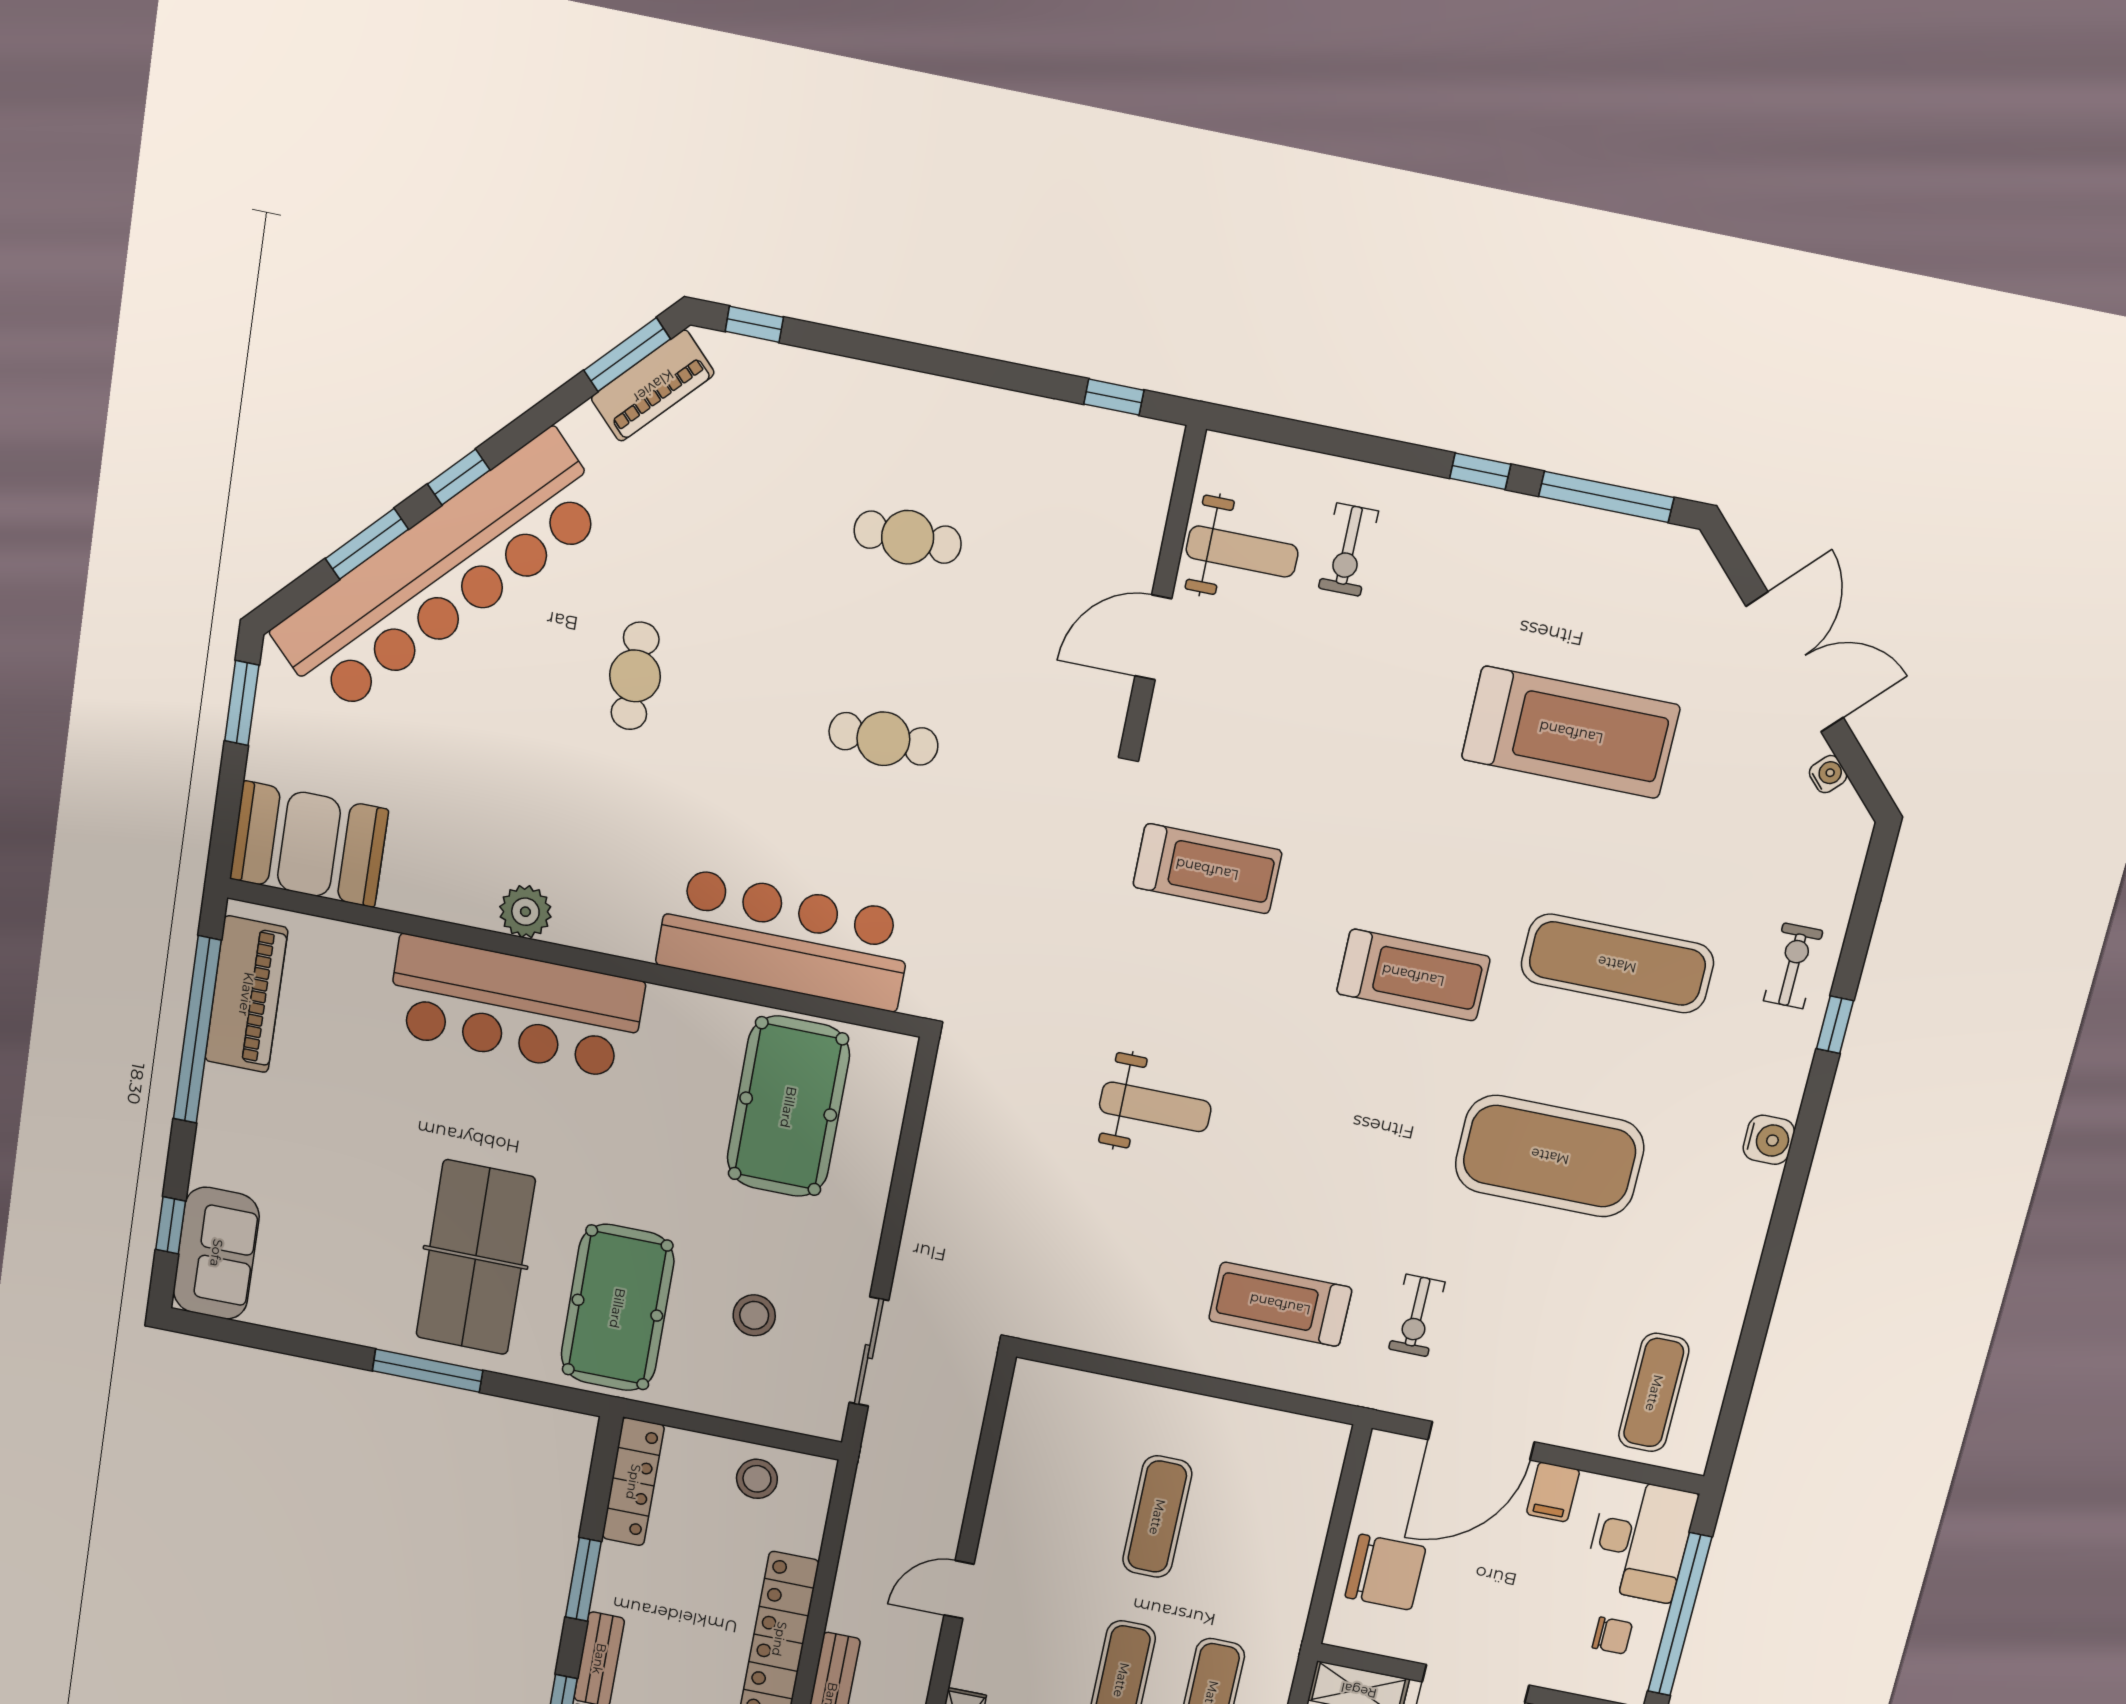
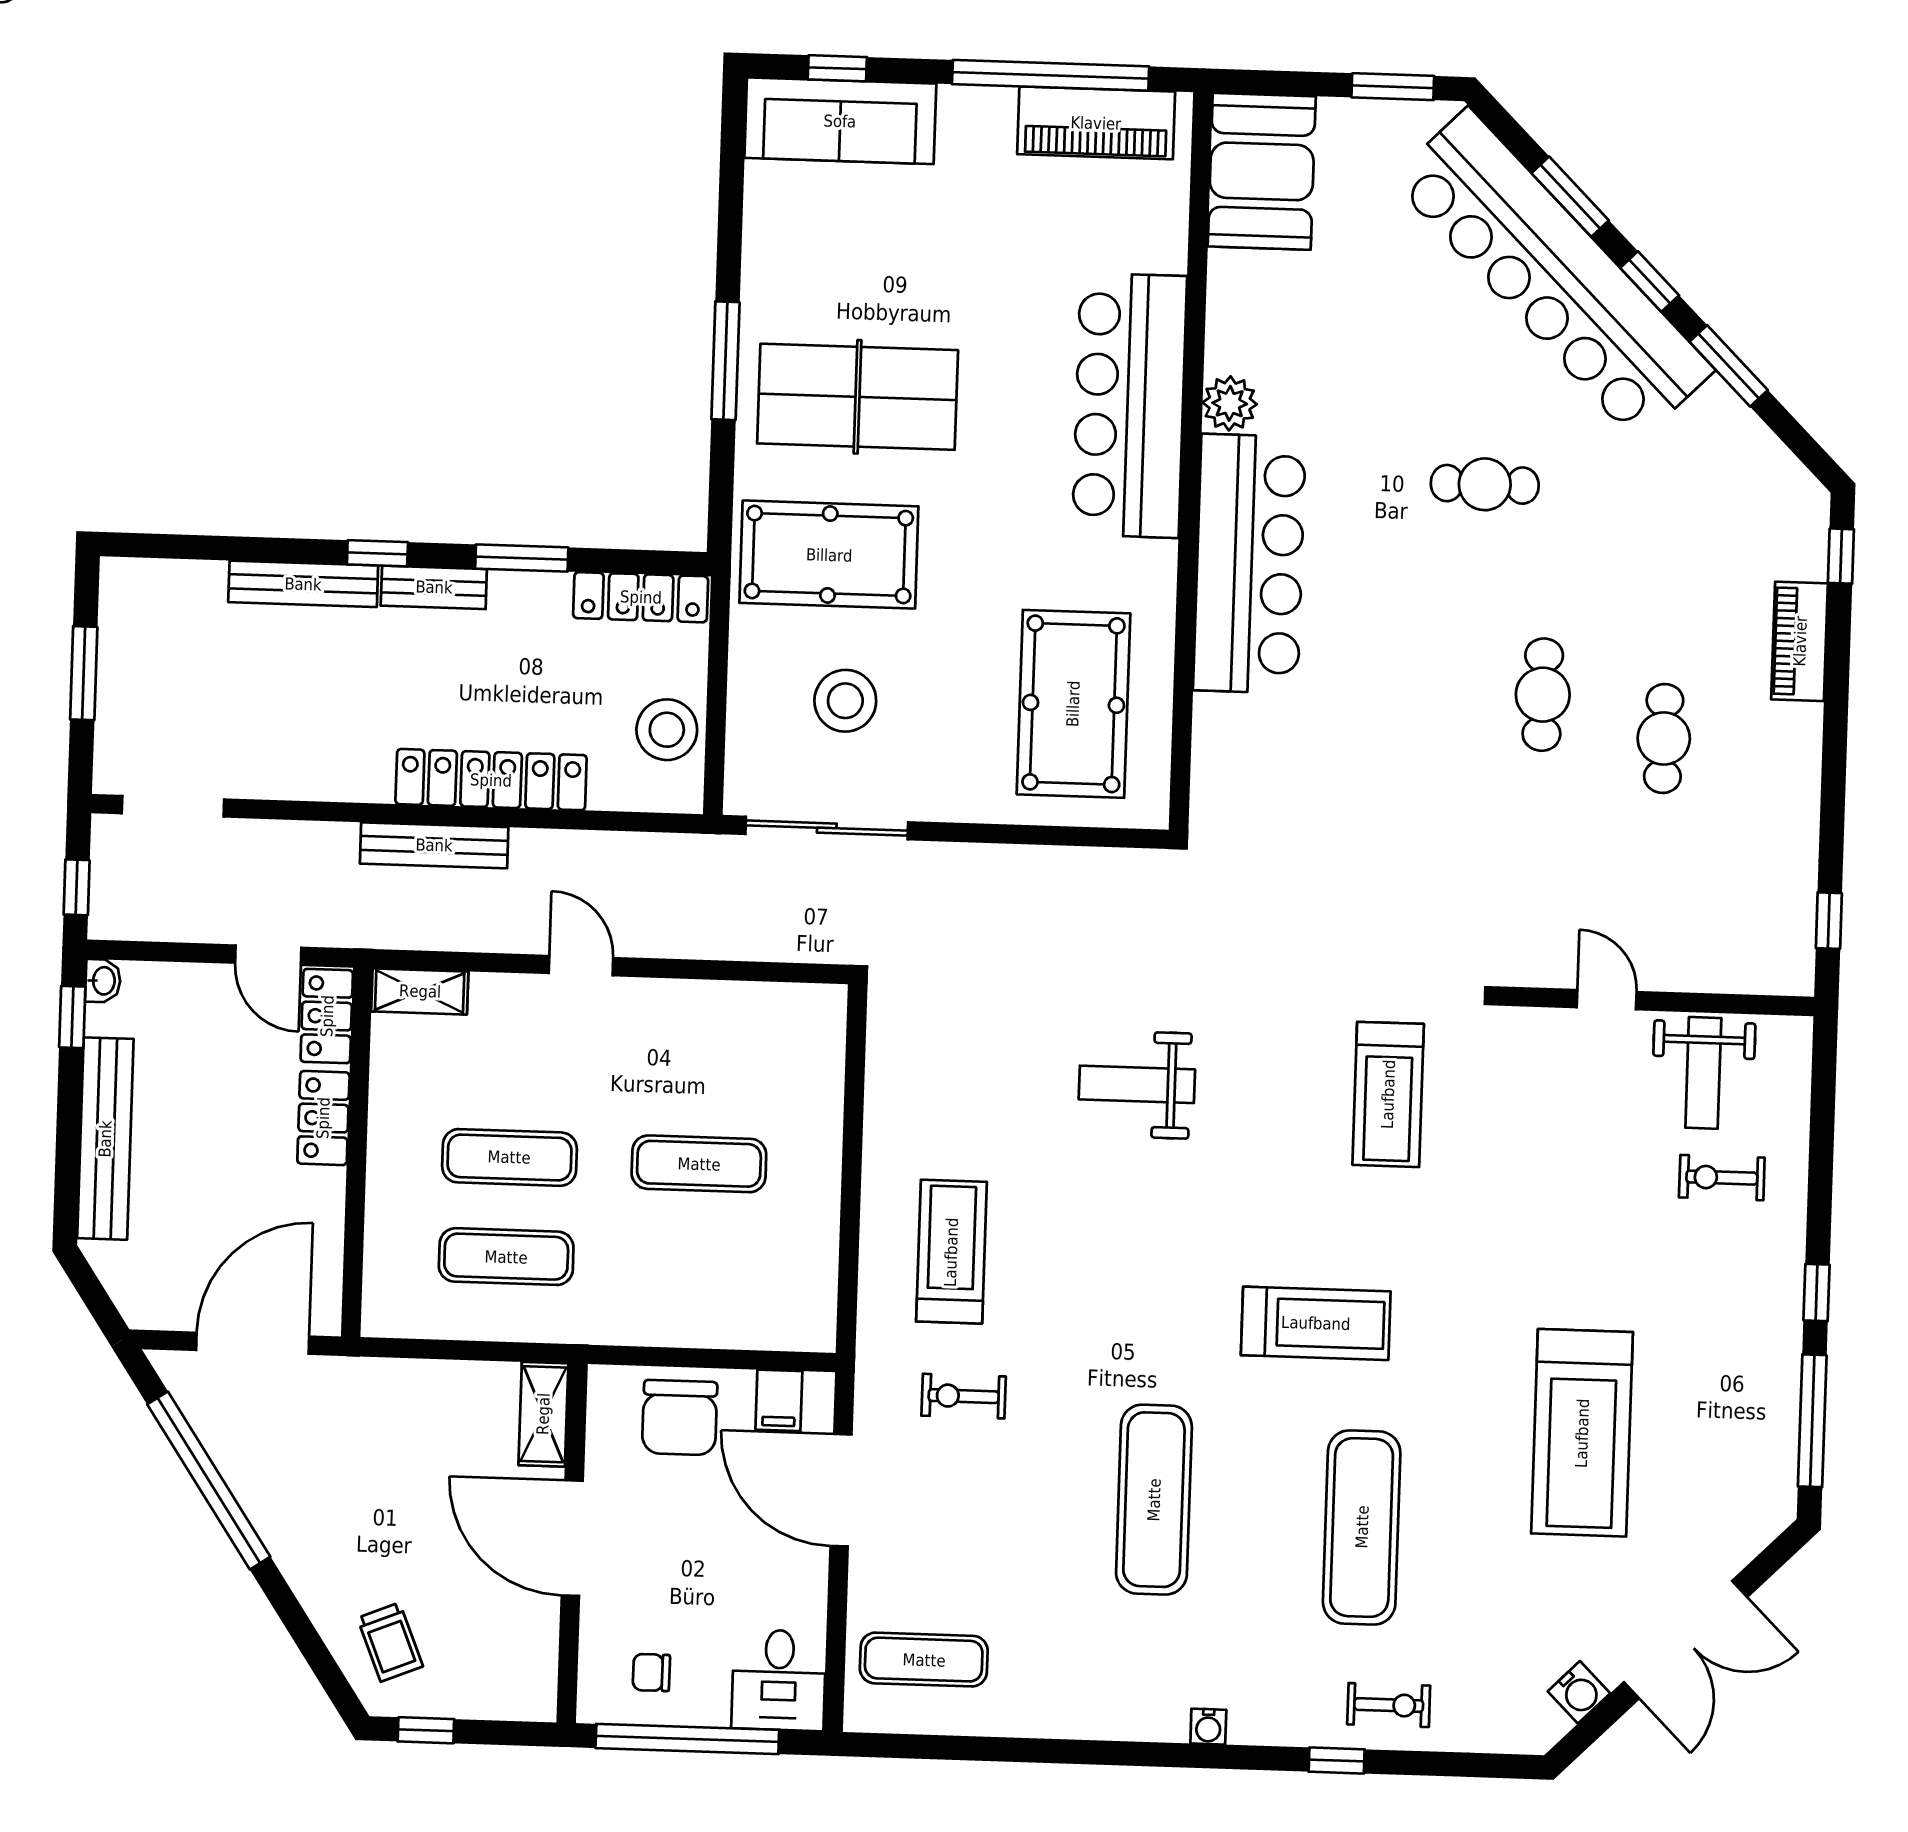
window: (627, 355) -> (1729, 366), moved
piano: (653, 386) -> (1800, 641), moved, turned 45
door: (1153, 637) -> (1607, 1000), width x0.73
cafe table: (883, 739) -> (1543, 695), moved
water cooler: (1828, 774) -> (1579, 1692), width x1.38, depth x1.38
bar counter: (785, 939) -> (1249, 564), moved
treadmill: (1413, 975) -> (1316, 1323), turned -90
pool table: (788, 1107) -> (1073, 704), turned 90
weight bench: (1155, 1107) -> (1137, 1084), turned 90
water cooler: (1769, 1140) -> (1208, 1727), width x0.72, depth x0.72
exercise mat: (1550, 1156) -> (1154, 1500), width x0.68
sofa: (216, 1253) -> (840, 121), width x1.36
stool: (754, 1315) -> (845, 701), width x1.38, depth x1.38
sliding door: (869, 1352) -> (827, 828), width x1.37
stool: (757, 1479) -> (667, 730), width x1.38, depth x1.38
filing cabinet: (1553, 1492) -> (779, 1400), moved, turned -90
desk: (1640, 1540) -> (779, 1680), width x0.73
chair: (1612, 1636) -> (651, 1673), turned 90

